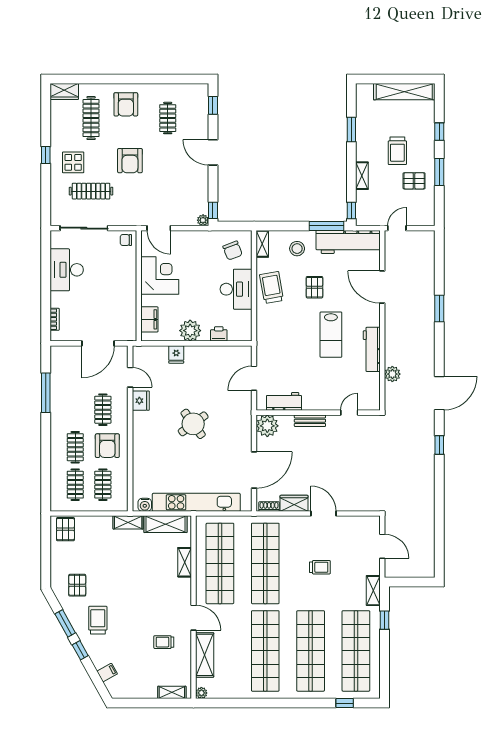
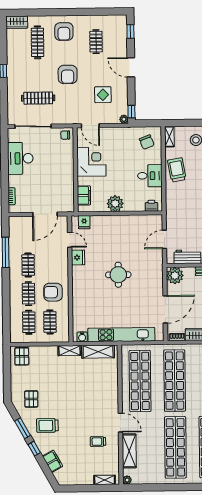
display table: (73, 162) -> (103, 95), moved
desk: (236, 289) -> (150, 176), width x0.73
printer: (219, 334) -> (151, 206), moved
fridge: (176, 354) -> (84, 222), moved
clothes rail: (103, 410) -> (28, 265), moved
round table: (193, 424) -> (118, 275), turned 36
armchair: (107, 446) -> (53, 292), turned 90
shelving: (185, 562) -> (113, 380), removed
trolley: (98, 620) -> (47, 425), turned -90
filing cabinet: (107, 673) -> (53, 461), width x2.00

